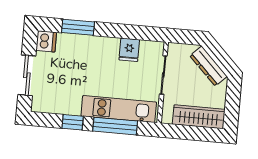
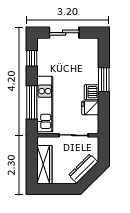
window: (78, 27) -> (104, 80), moved
dishwasher: (46, 41) -> (91, 92), moved, turned 90
window: (73, 122) -> (32, 58), moved

